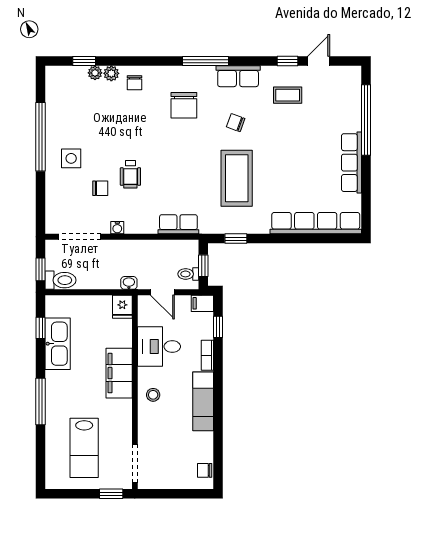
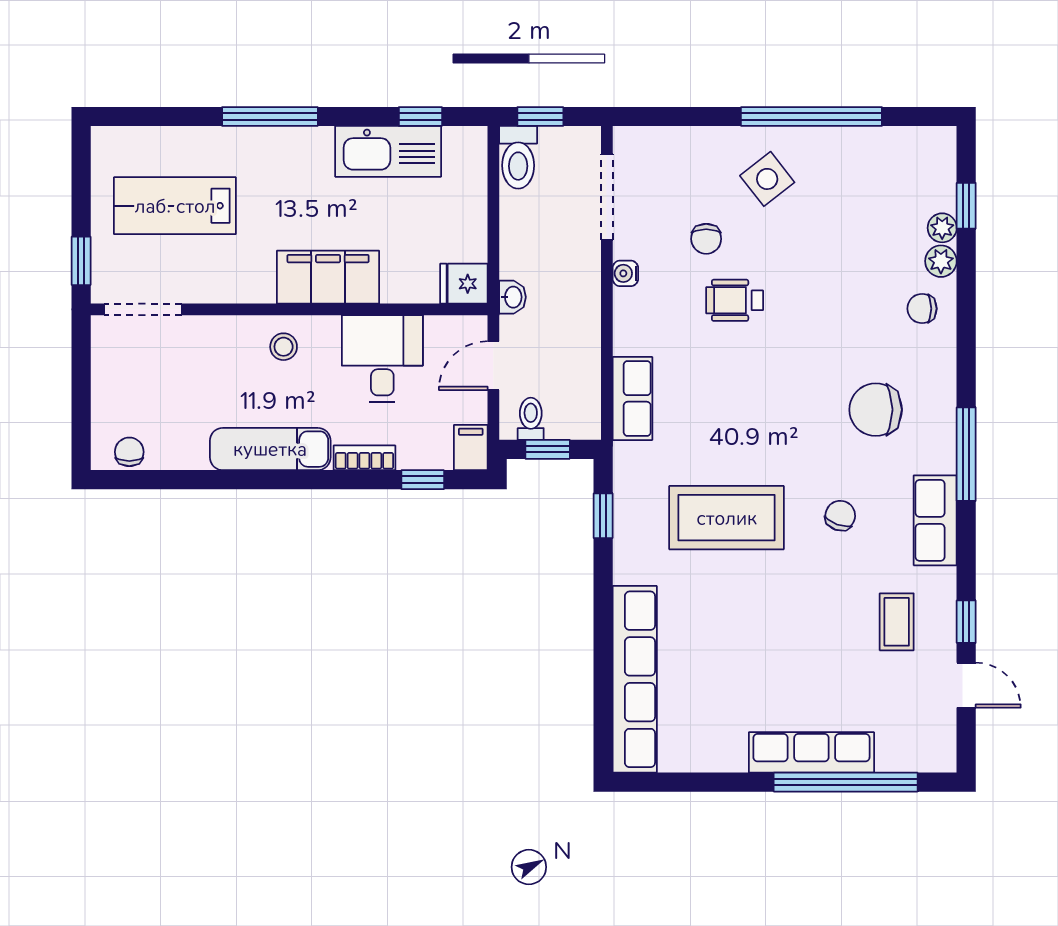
side table: (71, 158) -> (767, 179), turned -38
row of seats: (351, 163) -> (811, 752), moved

